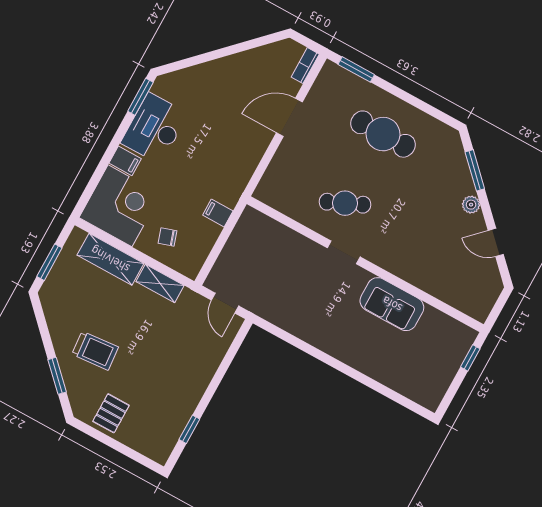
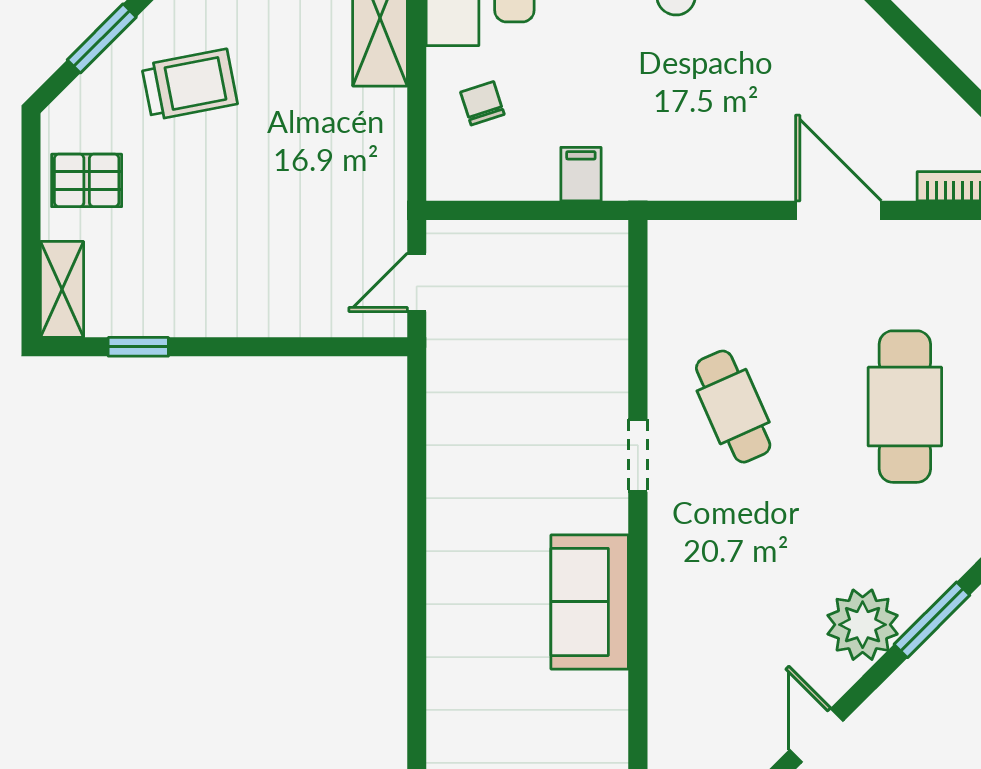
plant: (471, 205) -> (863, 625), width x1.87, depth x1.87
shelving: (160, 283) -> (62, 289), moved
trolley: (95, 351) -> (189, 85), turned -96

